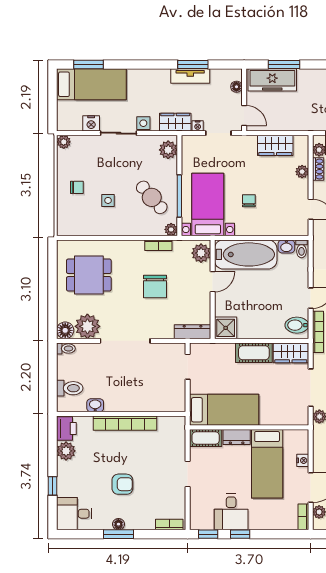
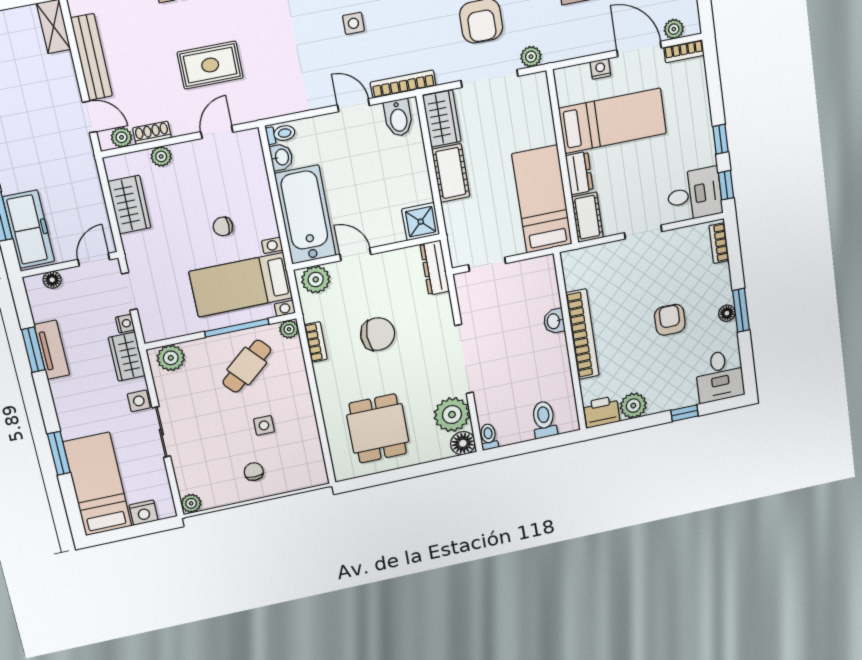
window: (89, 64) -> (59, 453), moved
nightstand: (91, 123) -> (144, 513), moved, turned 90
washbasin: (95, 405) -> (554, 321), moved
desk: (231, 512) -> (694, 194), moved

